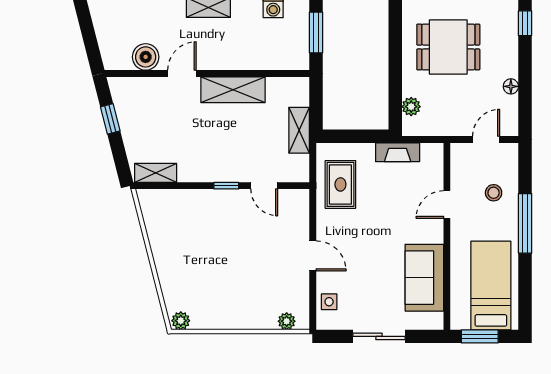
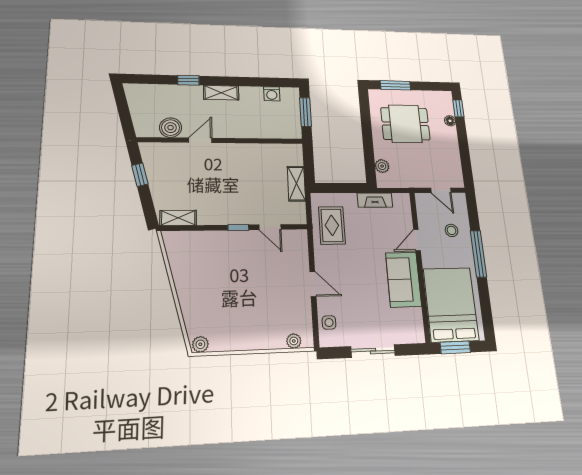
floor lamp: (511, 86) -> (450, 121), moved
shelving: (233, 90) -> (242, 153), removed
door: (486, 139) -> (441, 190), swing flipped
sofa: (424, 278) -> (403, 279), moved
bed: (491, 285) -> (451, 304), width x1.50

